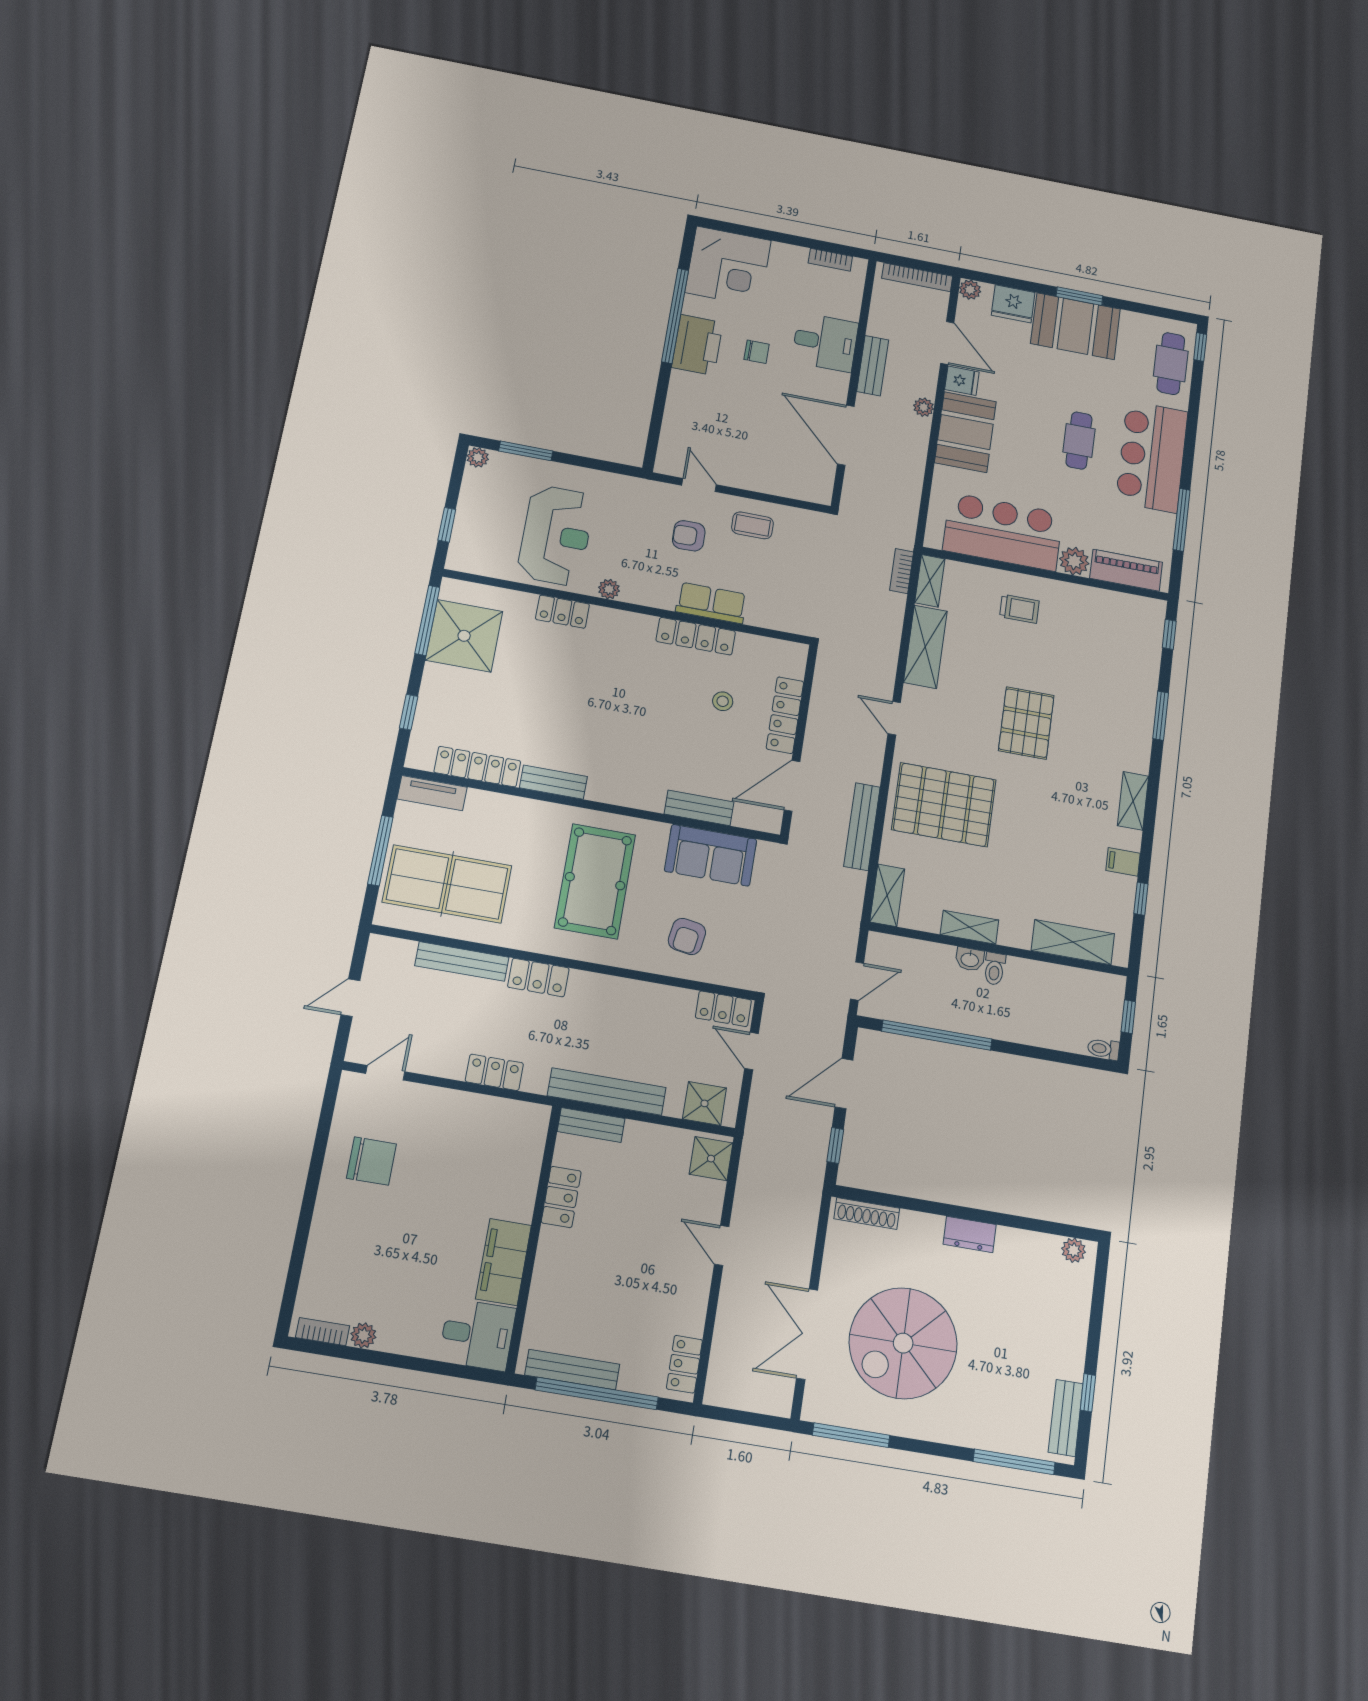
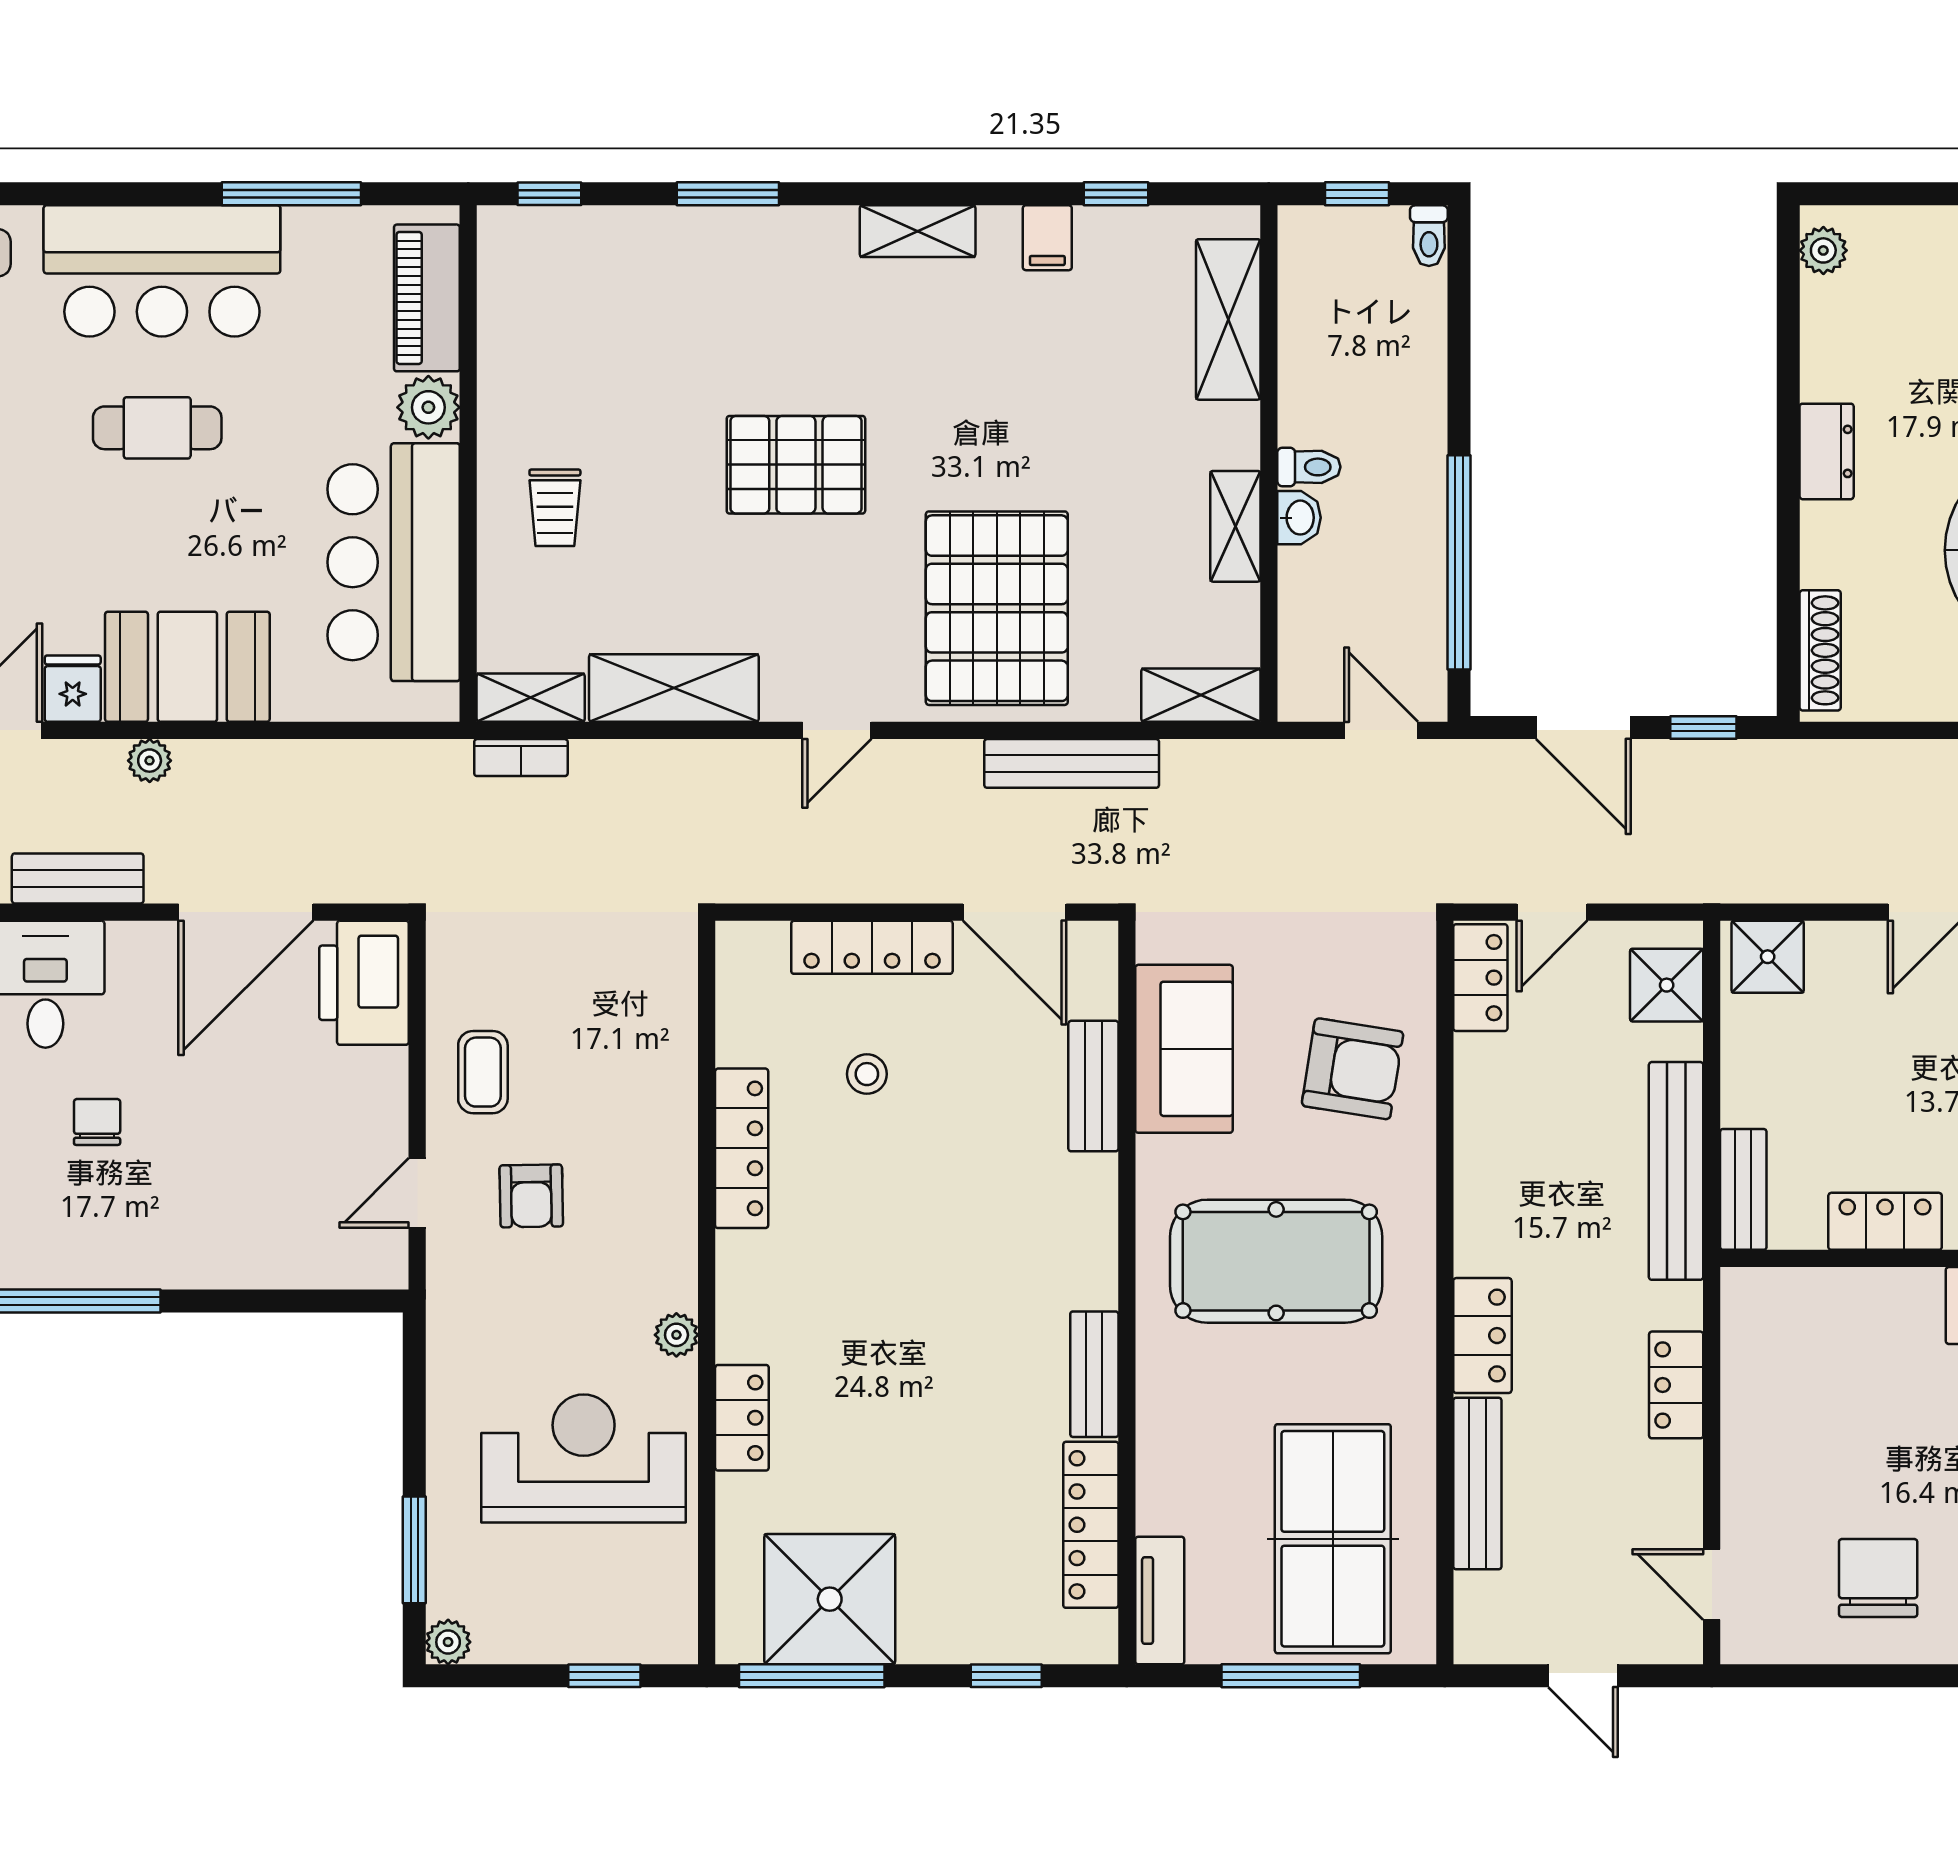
printer: (697, 345) -> (364, 983), moved, turned -90
row of seats: (711, 603) -> (665, 1128), removed
trolley: (1019, 609) -> (555, 508), turned 180
armchair: (687, 936) -> (1353, 1069), width x1.38, depth x1.38

